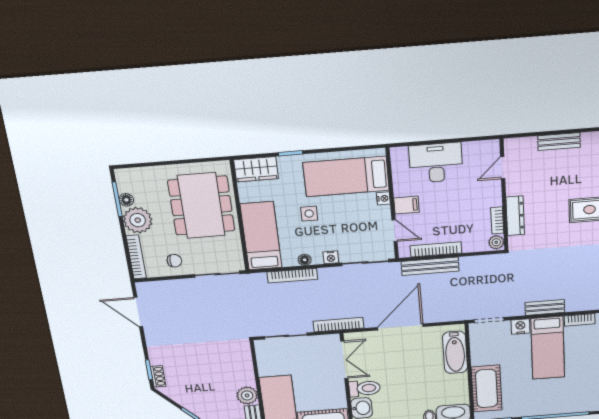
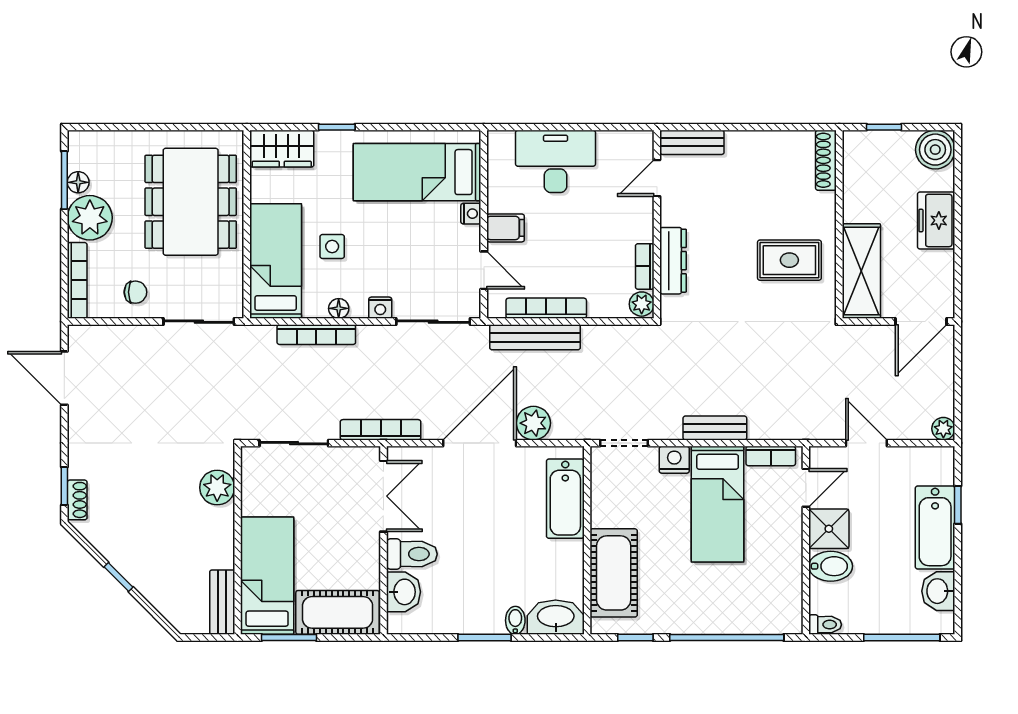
bench: (559, 142) -> (692, 142), moved
side table: (309, 214) -> (332, 246), moved
plant: (433, 314) -> (533, 423), added
plant: (247, 395) -> (217, 488), moved

